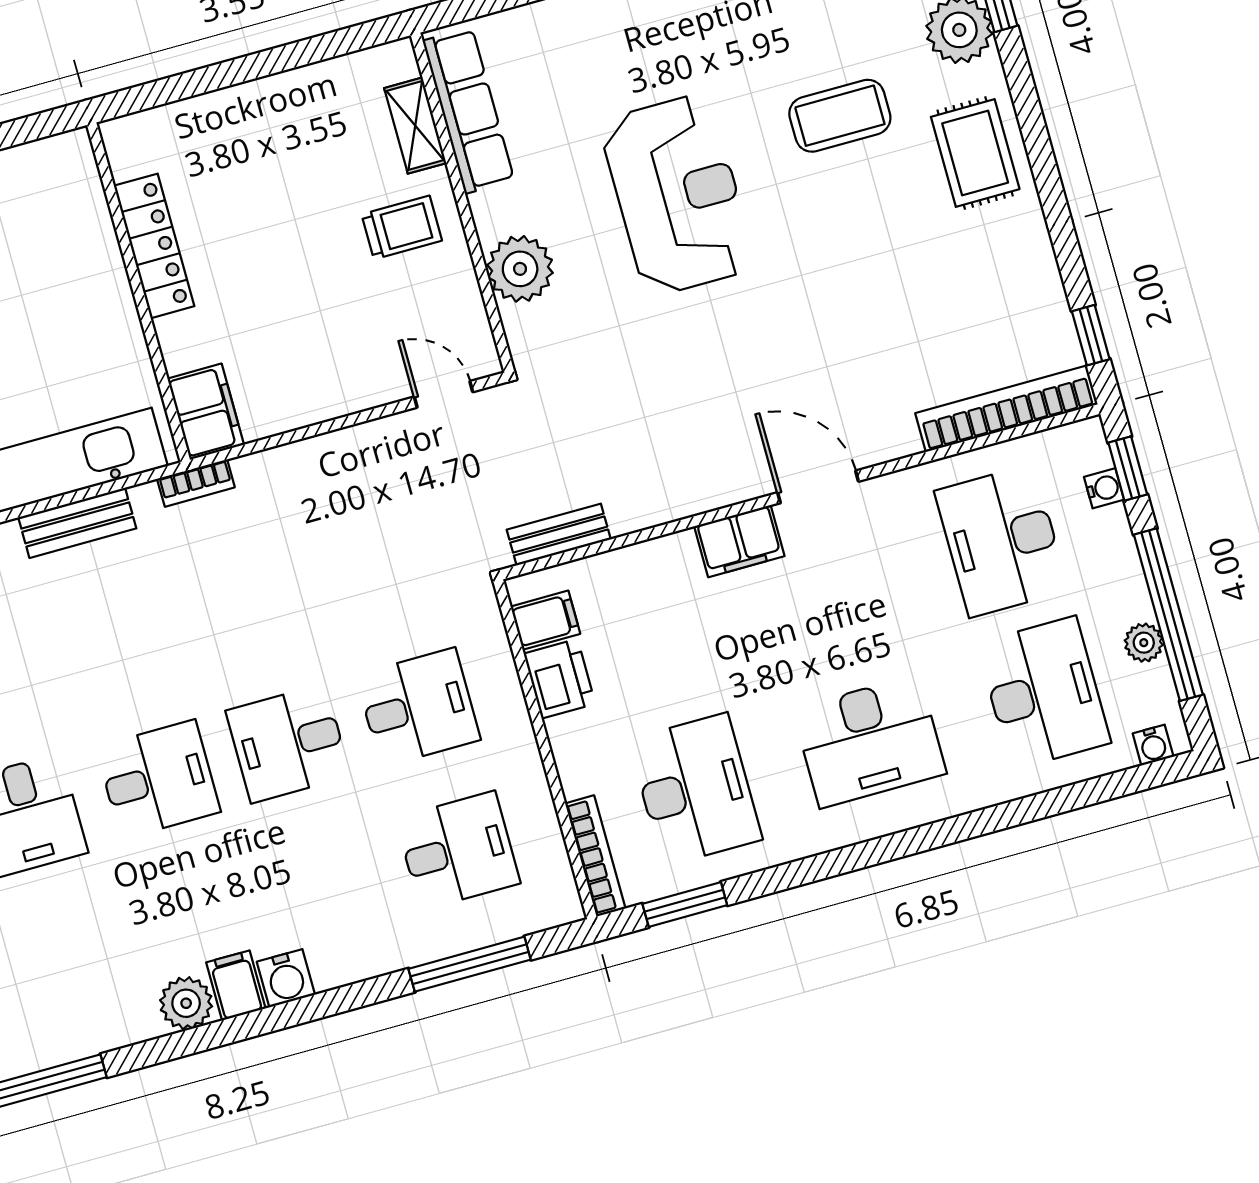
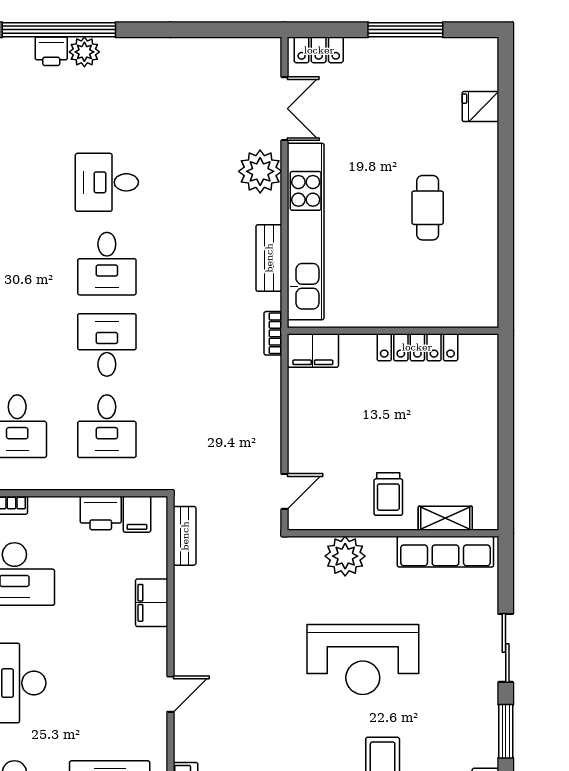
door: (818, 487) -> (170, 694), width x0.73
filing cabinet: (739, 541) -> (152, 603), moved

